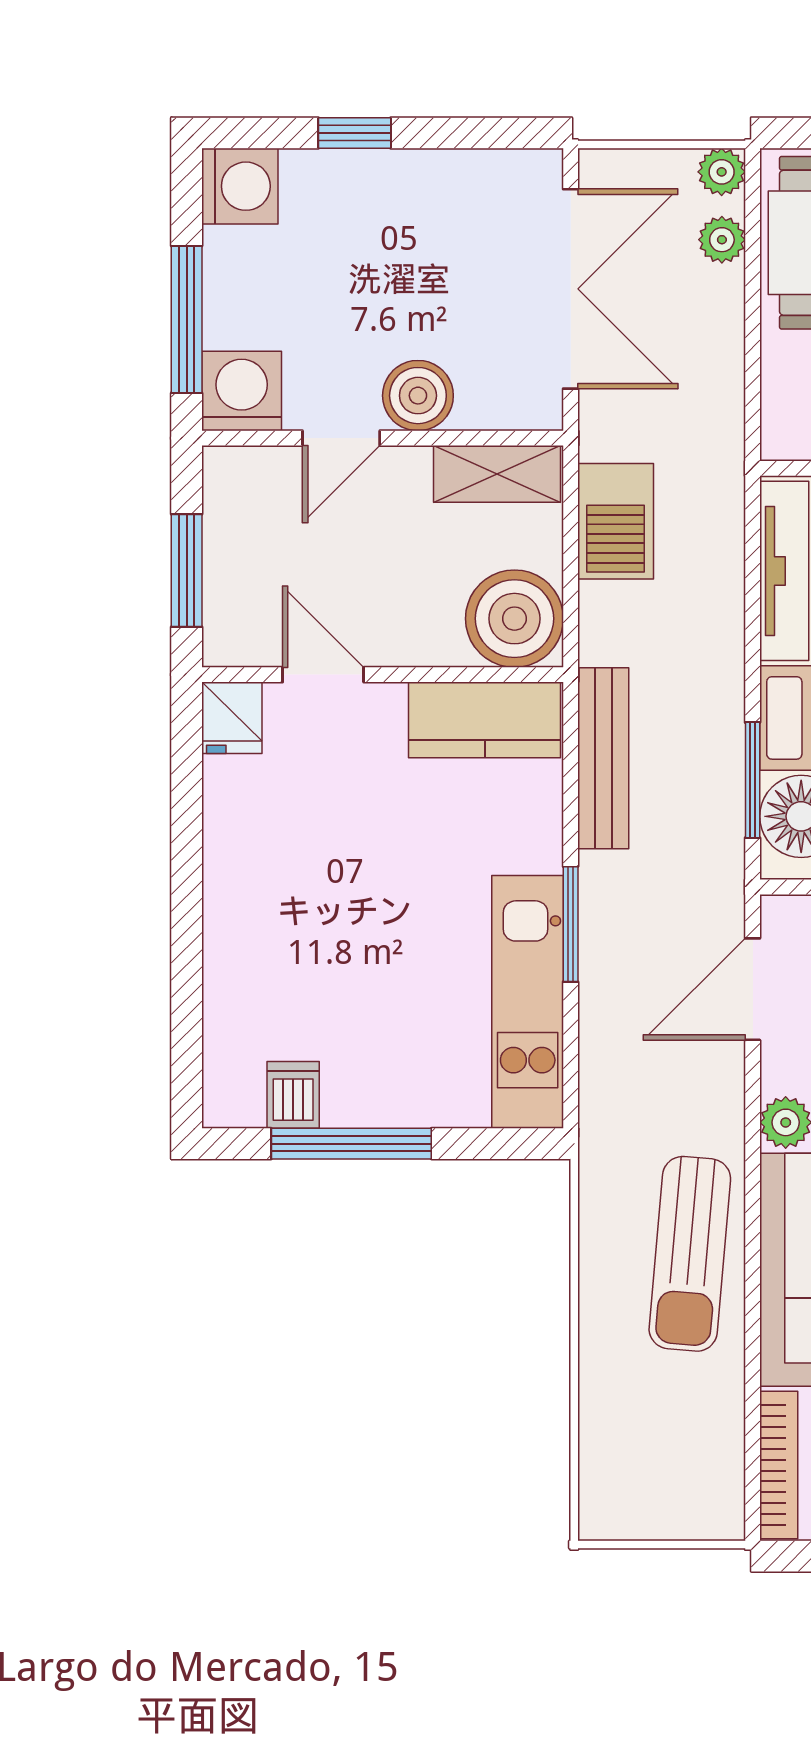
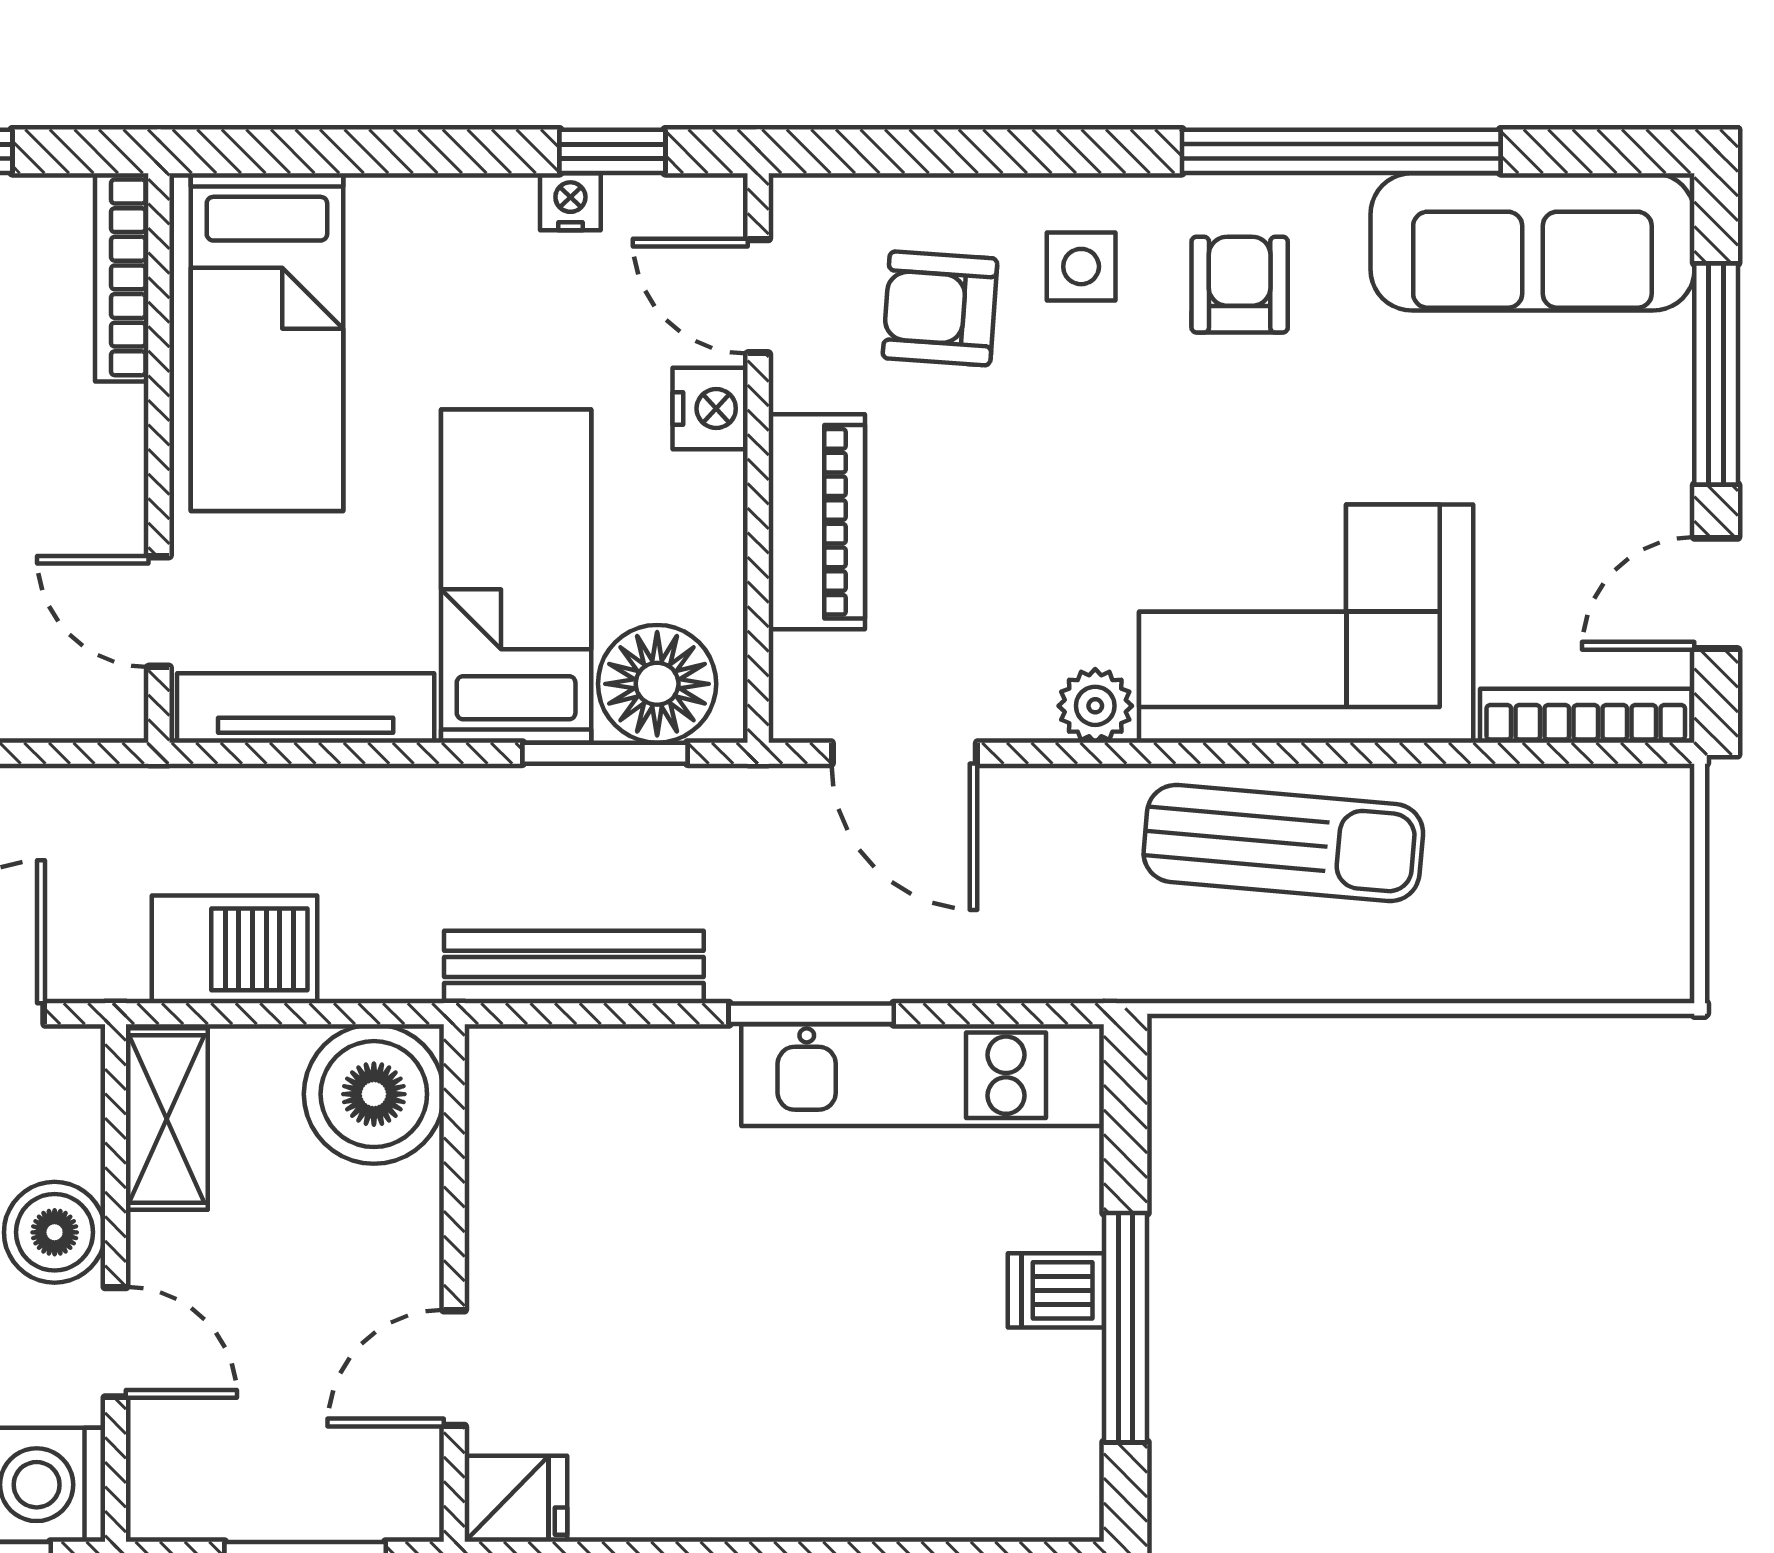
kitchen counter: (485, 720) -> (519, 1137), removed
dishwasher: (293, 1095) -> (1056, 1290), moved

